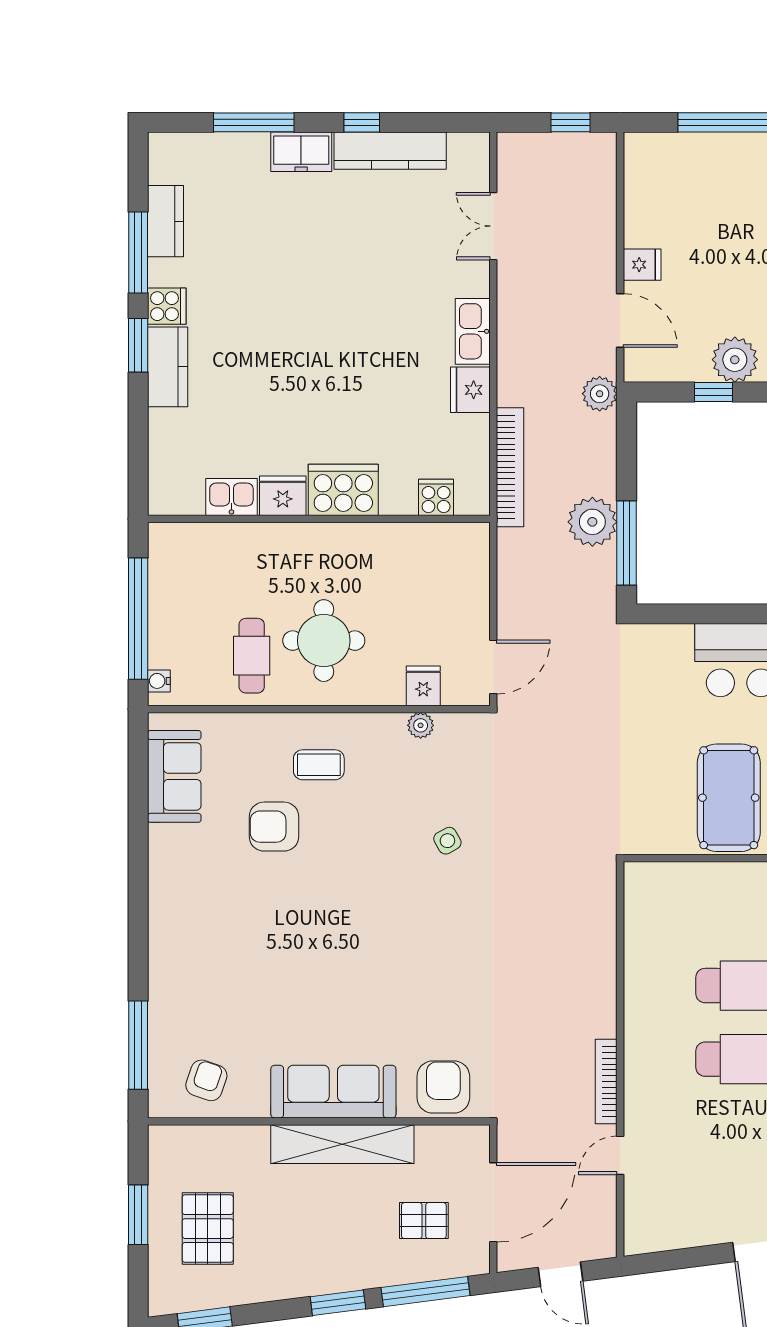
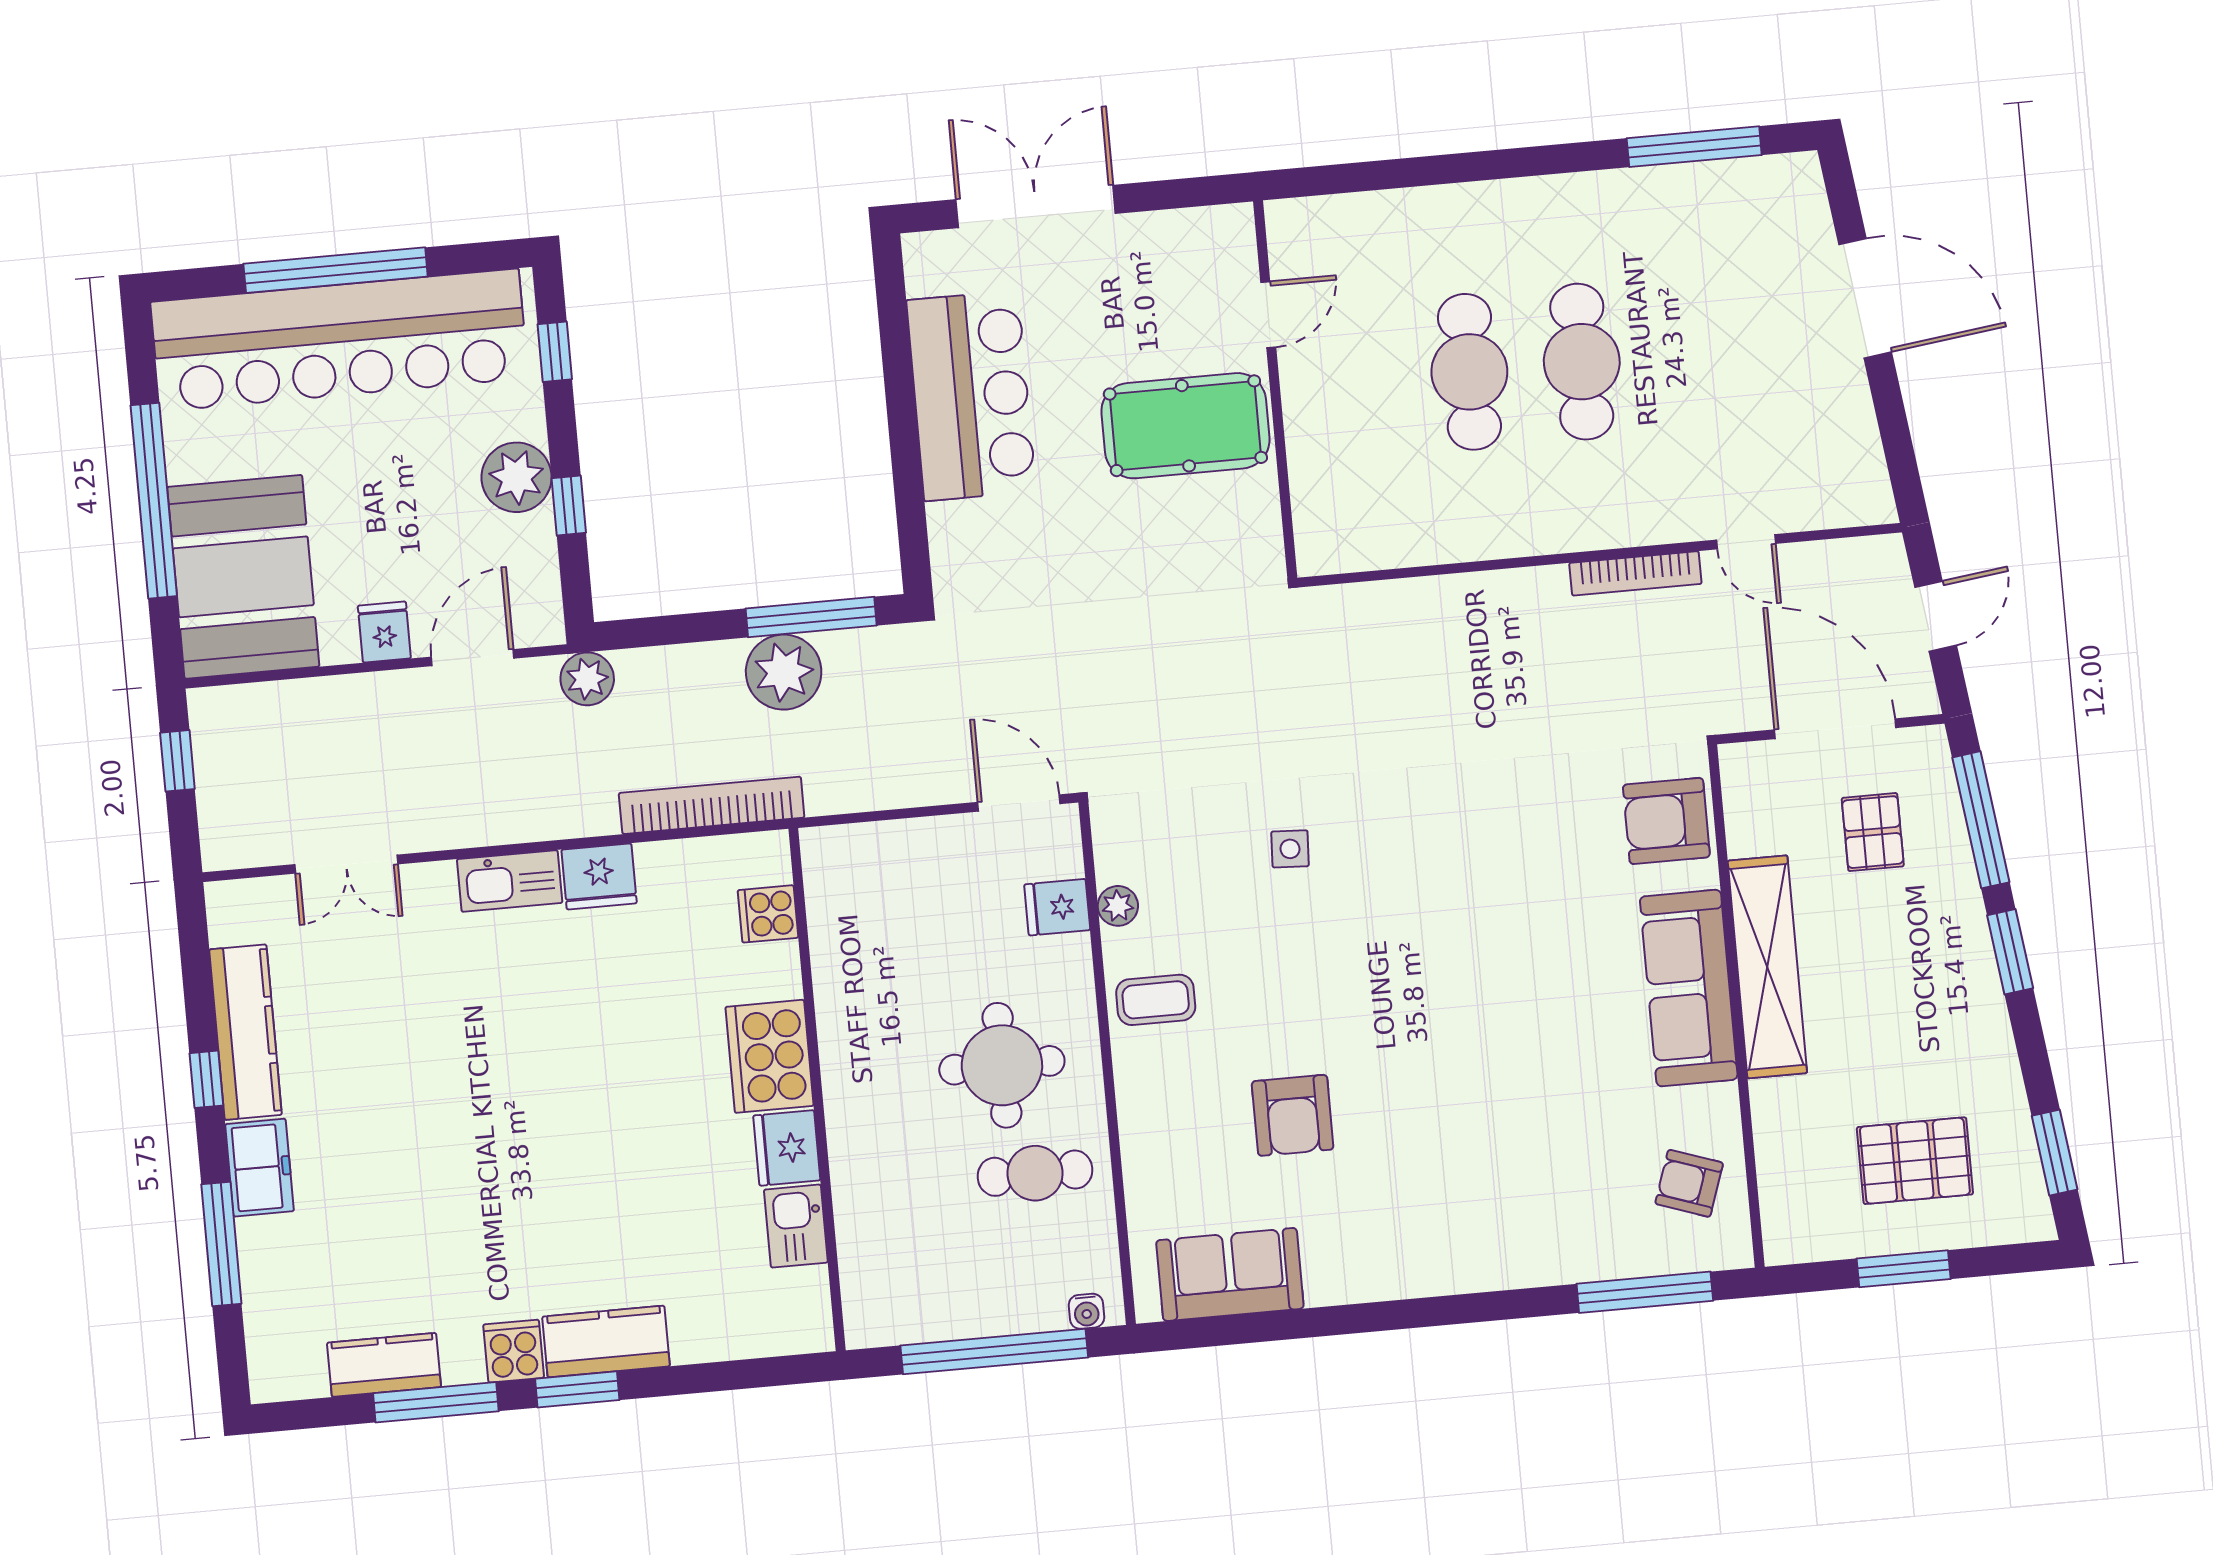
booth: (686, 176) -> (243, 577), added
coffee table: (319, 765) -> (1156, 1000), moved, turned 90
side table: (447, 841) -> (1290, 849), turned 32

